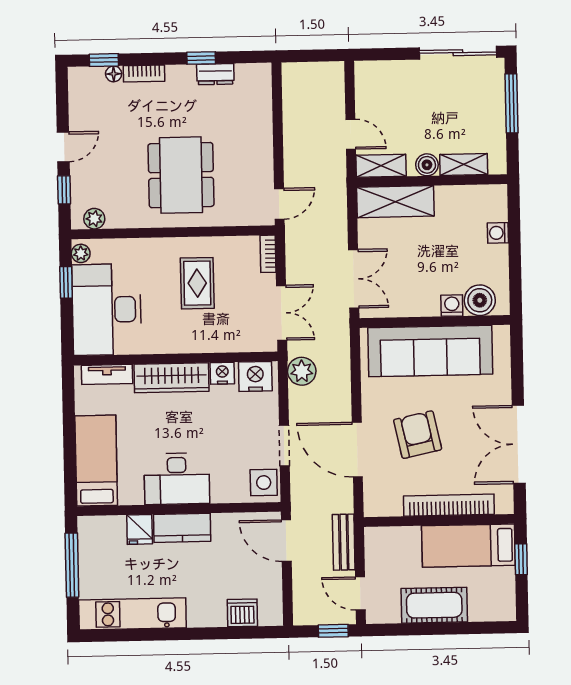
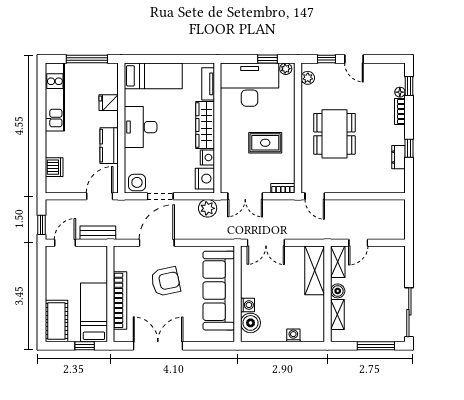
dining table: (181, 175) -> (334, 134), turned 90
kitchen counter: (182, 528) -> (109, 146), moved
cot: (434, 605) -> (56, 321), moved

